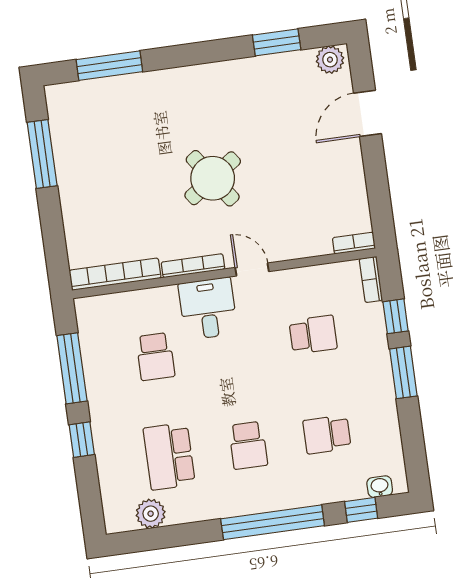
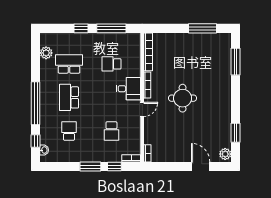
round table: (213, 178) -> (183, 98), turned 35
school desk: (248, 445) -> (69, 97), width x1.85

